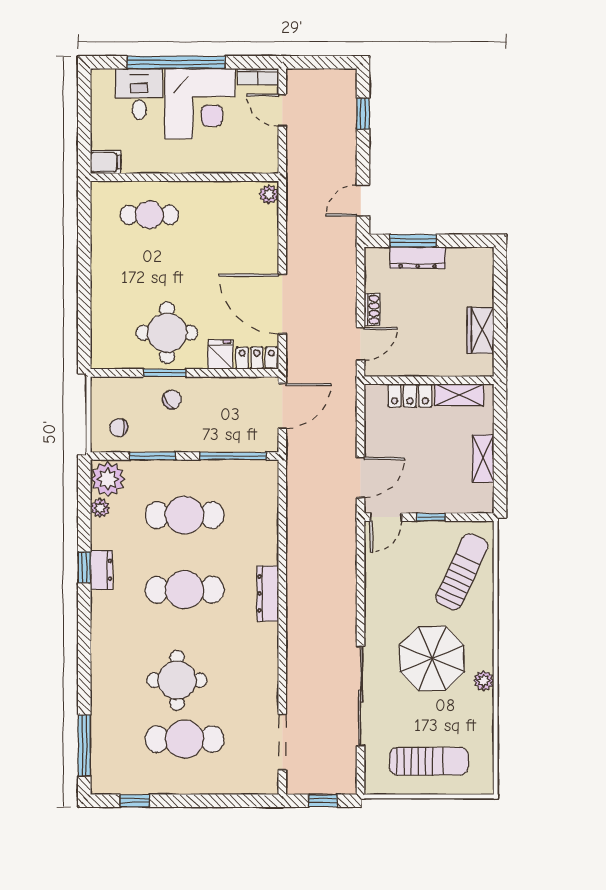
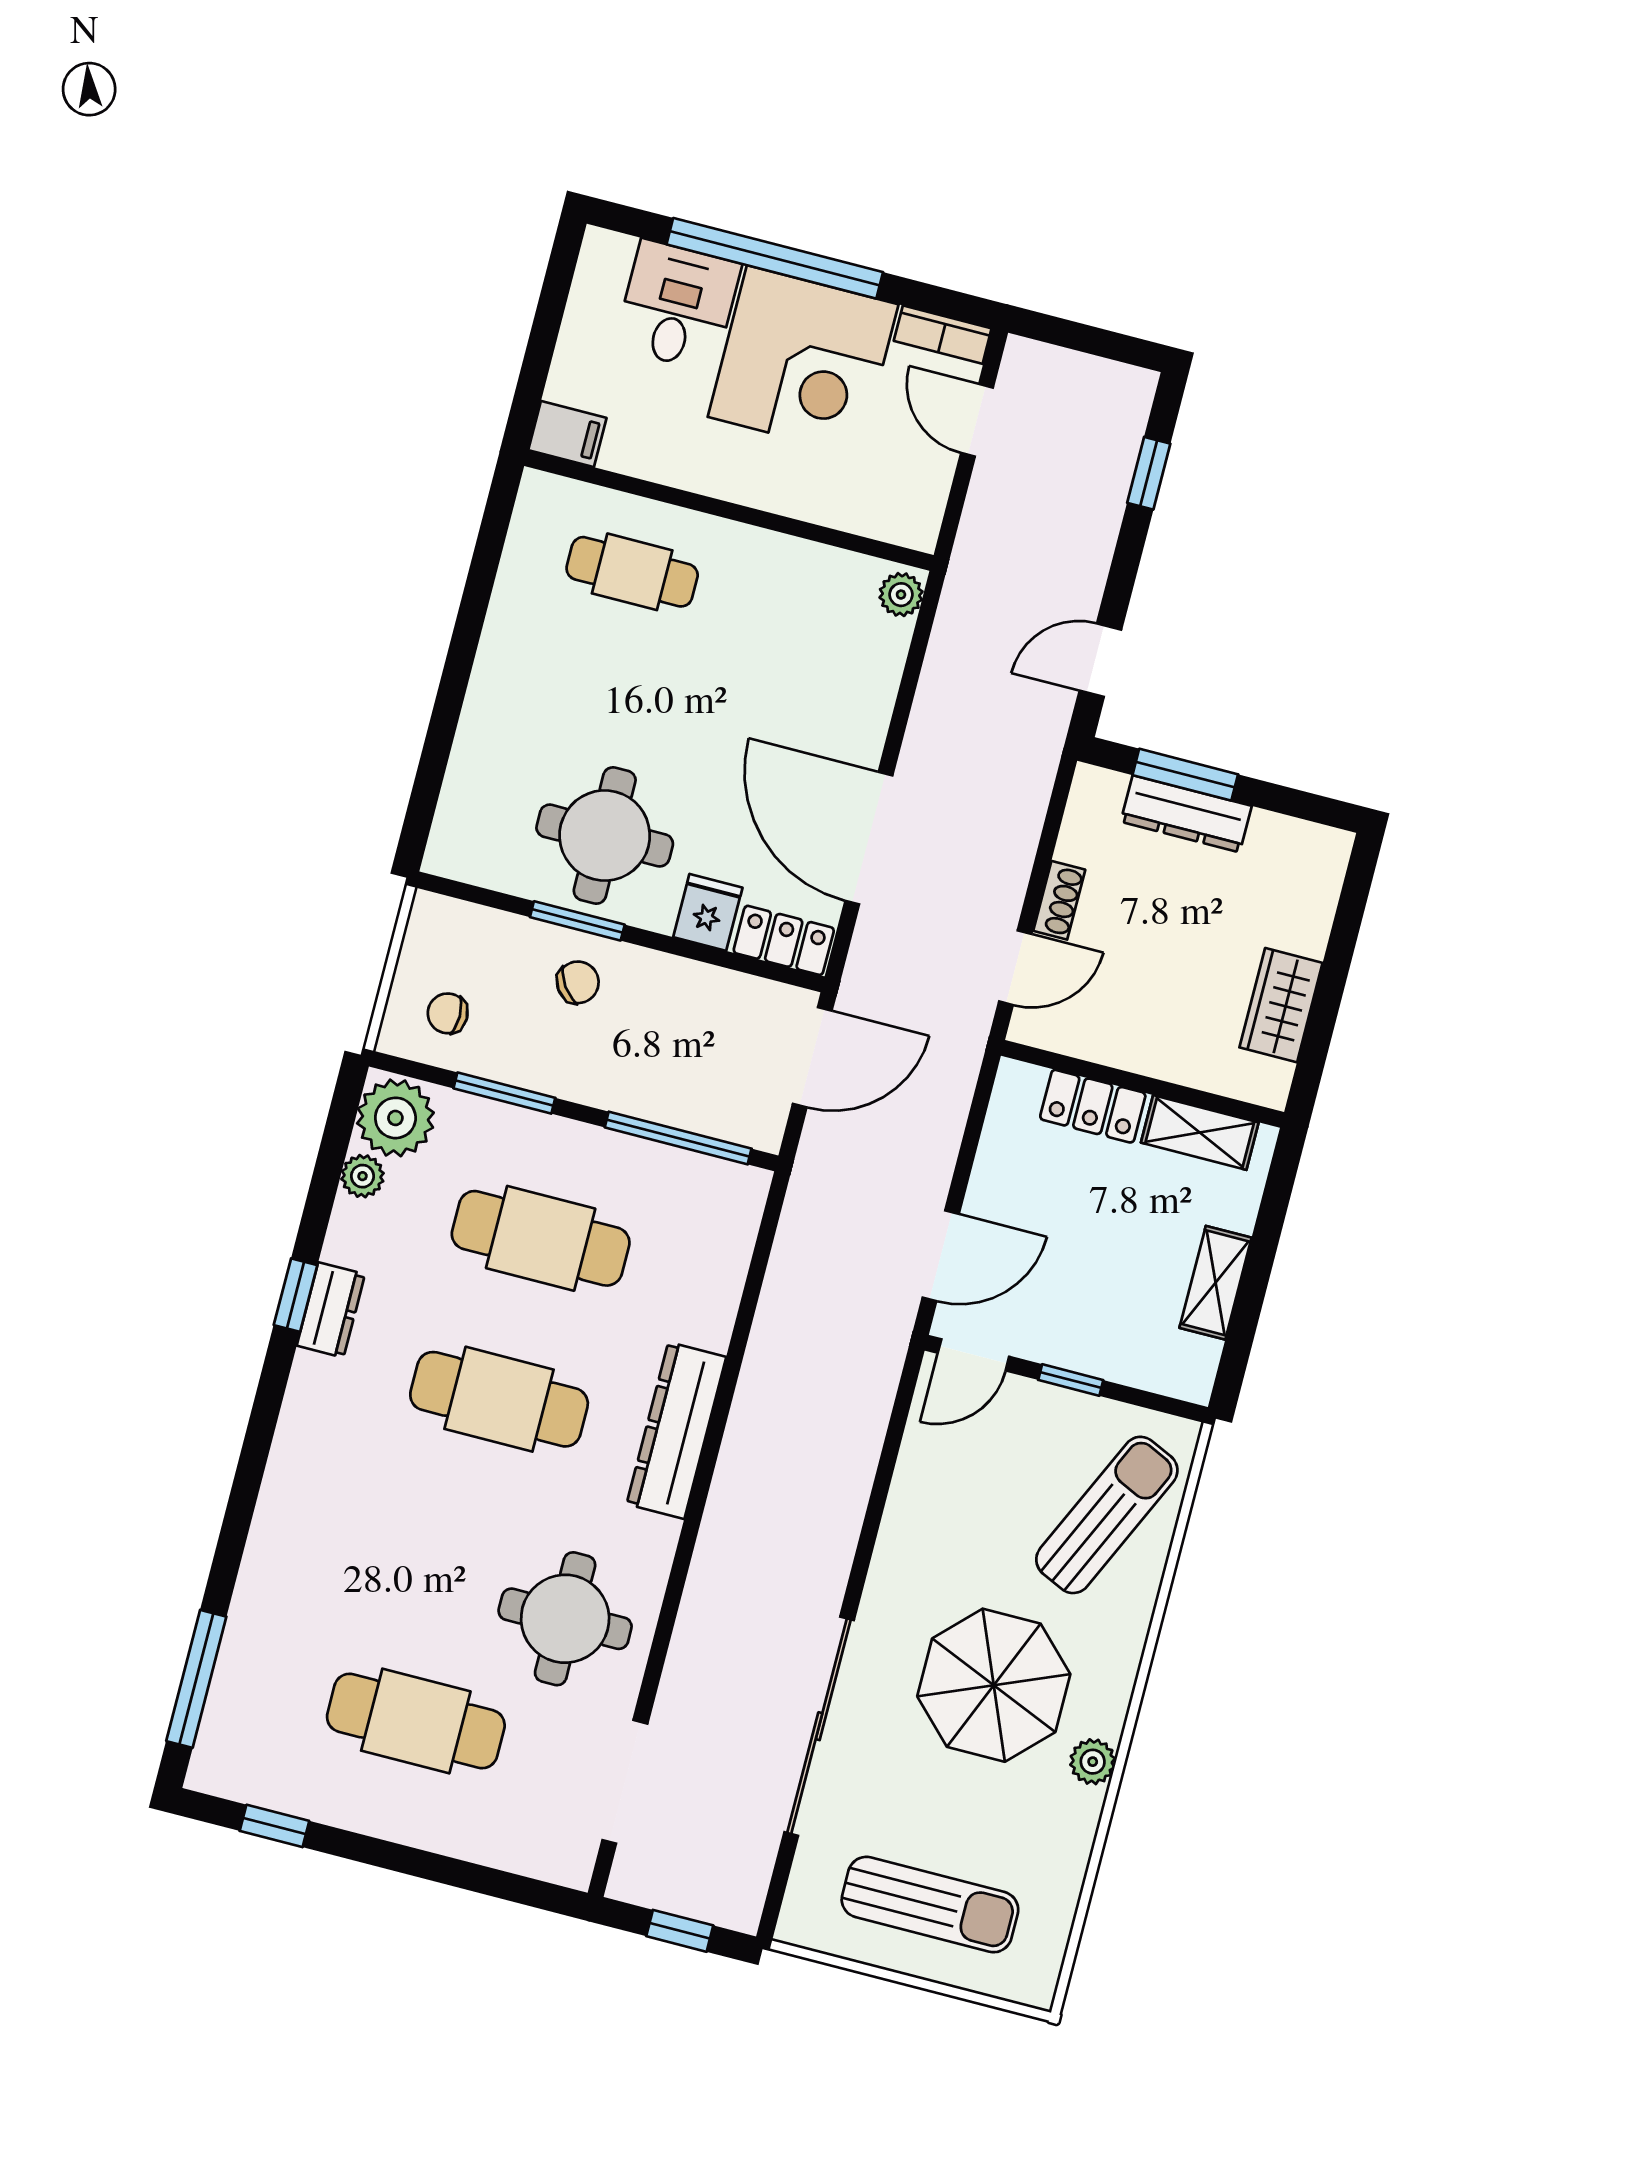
dresser: (268, 594) -> (676, 1431), width x1.37, depth x1.24
round table: (177, 680) -> (565, 1619), moved

